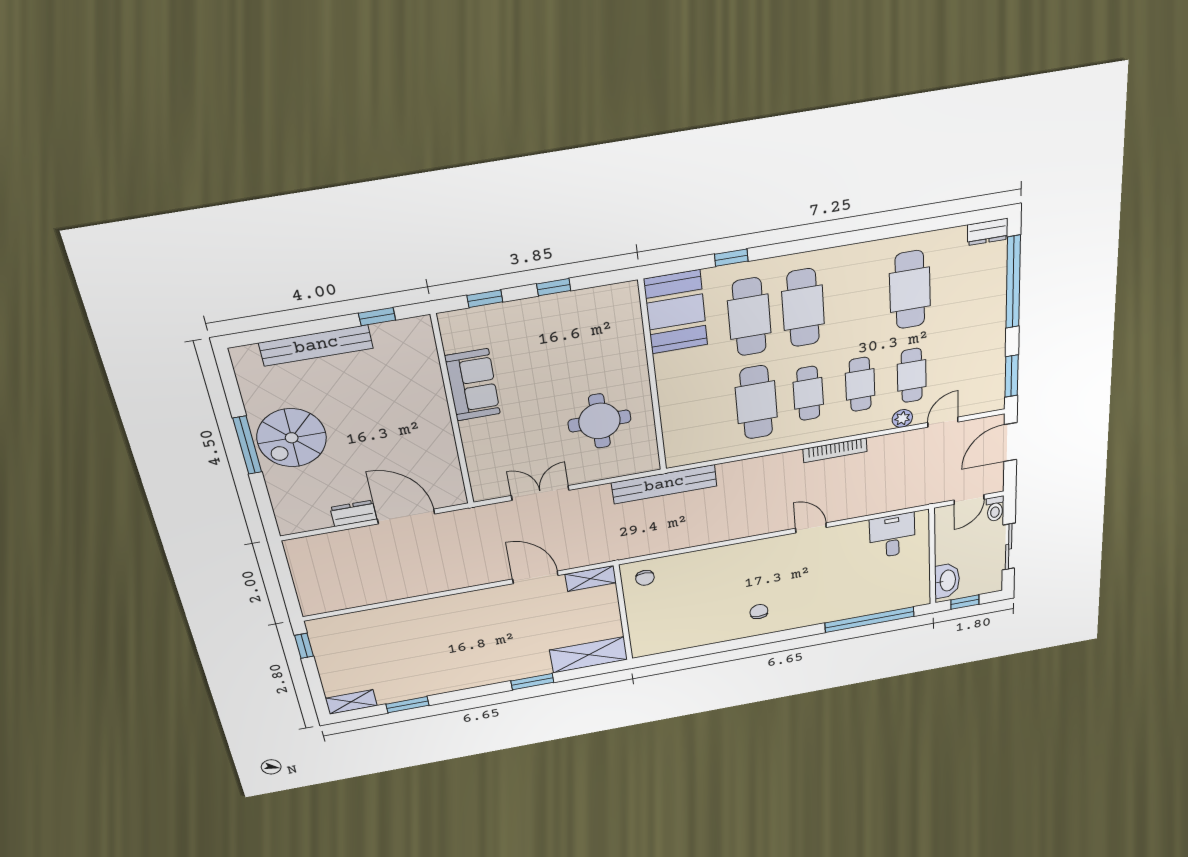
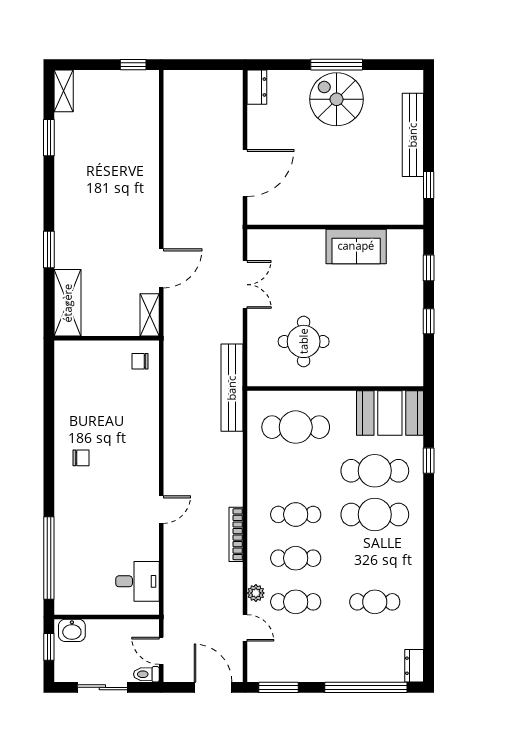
cafe table: (910, 290) -> (375, 602), width x0.73, depth x0.74
cafe table: (756, 402) -> (296, 427), moved
dresser: (353, 513) -> (257, 87), moved
washbasin: (947, 581) -> (72, 630), width x0.72

